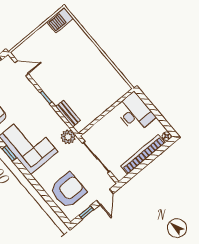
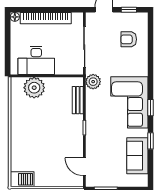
plant: (108, 96) -> (34, 88), added
desk: (135, 113) -> (36, 60), moved, turned -90
armchair: (68, 190) -> (129, 39), width x0.53, depth x0.53

